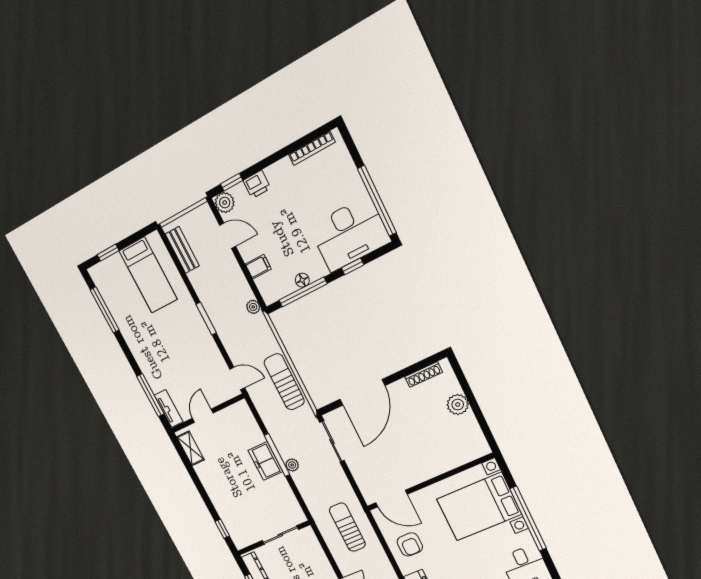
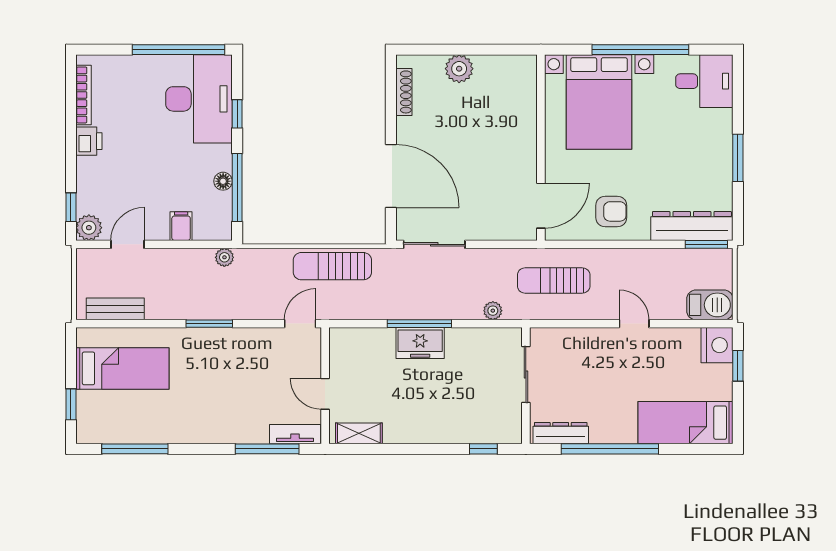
printer: (257, 184) -> (89, 141), moved
plant: (292, 465) -> (493, 311), moved

